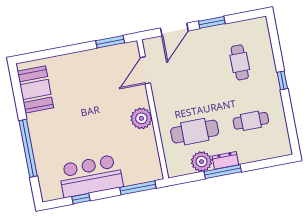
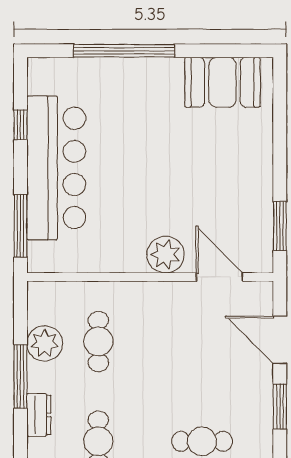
plant: (141, 118) -> (166, 255), moved
cafe table: (195, 132) -> (98, 341), width x0.73, depth x0.74
dresser: (225, 160) -> (39, 415), moved
bar counter: (91, 176) -> (56, 168), width x1.36

